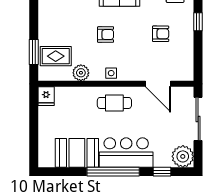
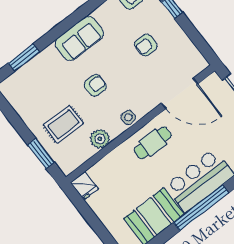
armchair: (161, 34) -> (146, 45), turned 180
rug: (56, 56) -> (63, 124), moved
door: (158, 84) -> (179, 94), width x1.36

